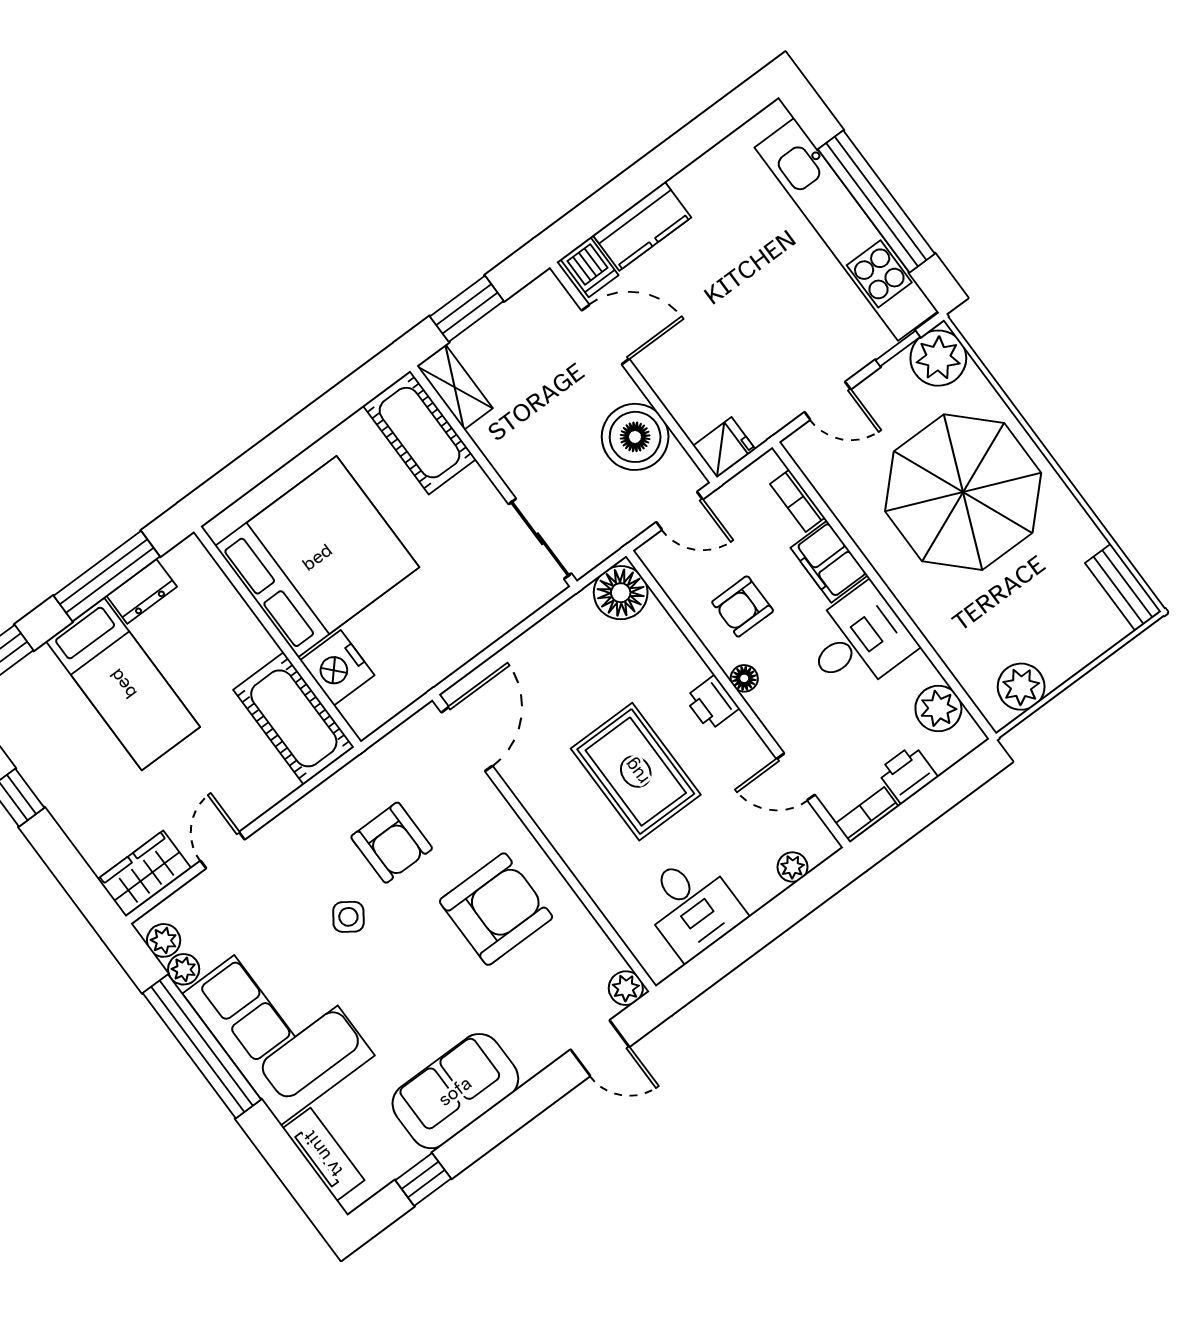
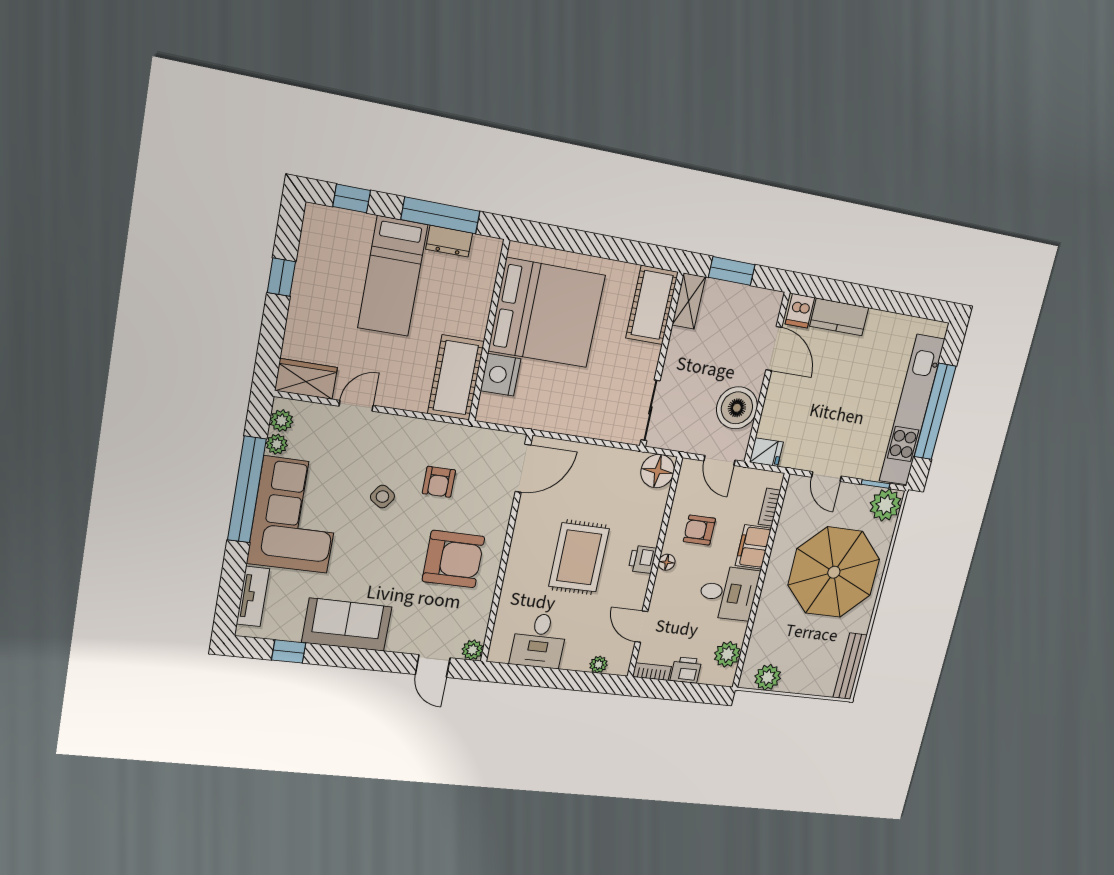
bench: (1123, 587) -> (850, 666), width x1.36
armchair: (392, 843) -> (439, 482), width x0.72, depth x0.72

